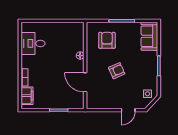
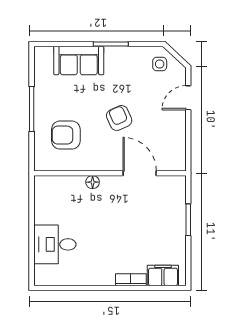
sofa: (149, 36) -> (79, 61), moved
desk: (33, 43) -> (55, 244), moved, turned 90
door: (85, 82) -> (140, 173), swing flipped
door: (128, 110) -> (188, 98), swing flipped

